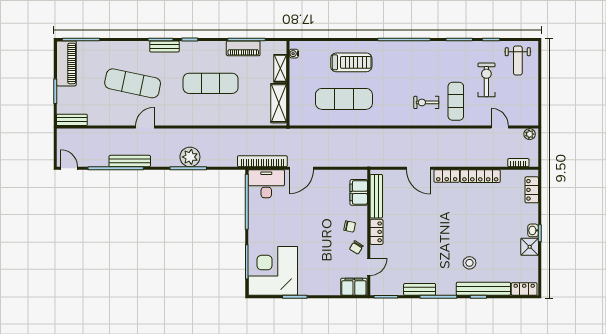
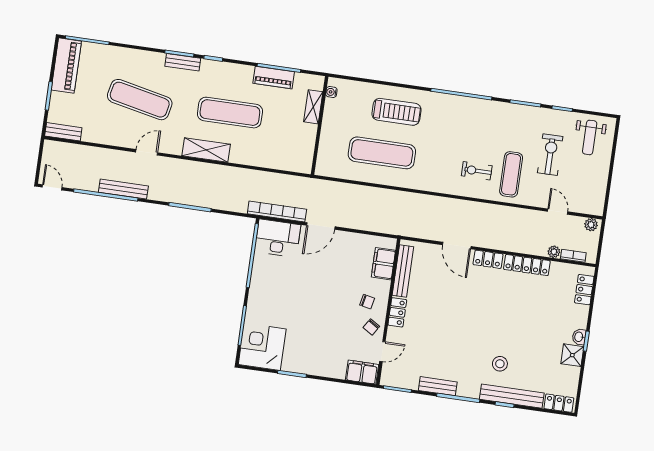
shelving: (279, 103) -> (206, 150), moved, turned 90
plant: (190, 157) -> (554, 252), moved, width x0.53, depth x0.53
corner desk: (273, 271) -> (262, 347), width x0.74, depth x0.74

